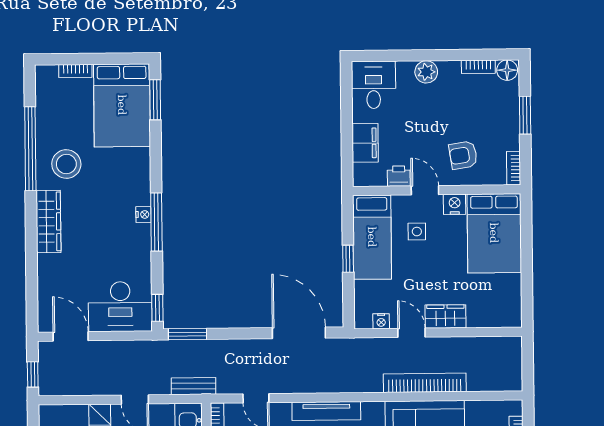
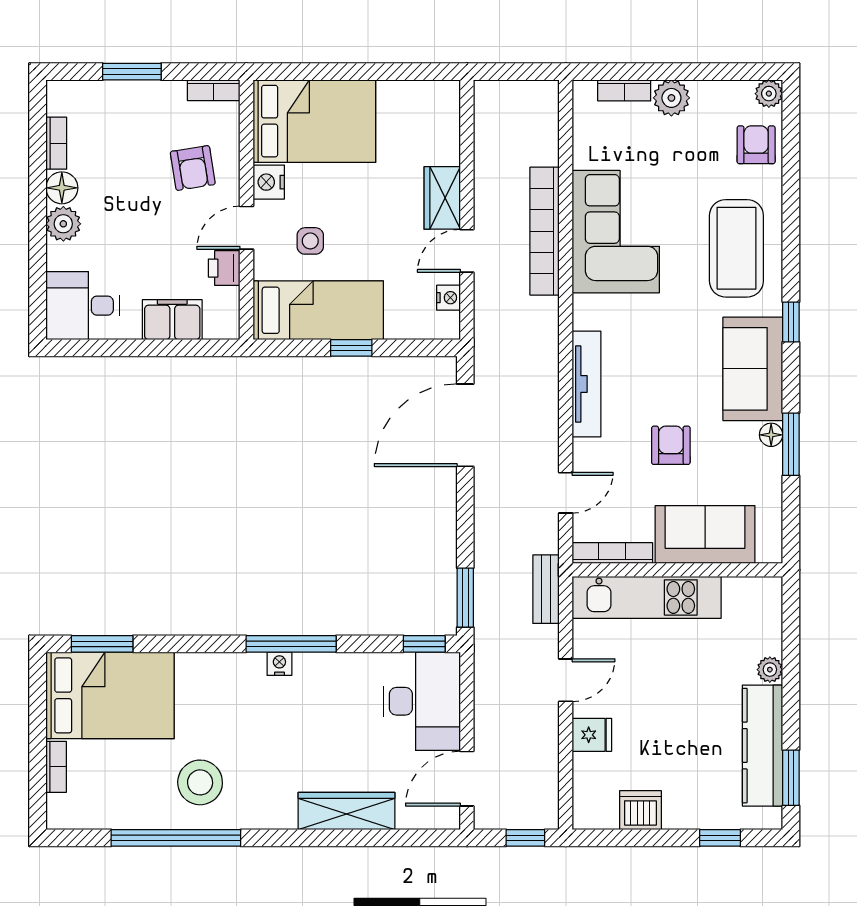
floor lamp: (507, 70) -> (62, 188), moved
wardrobe: (48, 222) -> (346, 811), moved

